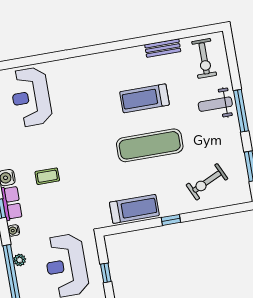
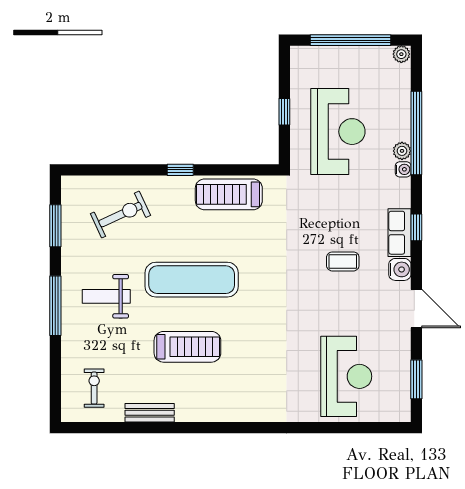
exercise bike: (204, 58) -> (94, 388), width x0.73, depth x0.72
weight bench: (215, 104) -> (106, 296), moved, turned 180
water cooler: (14, 230) -> (403, 169), moved

